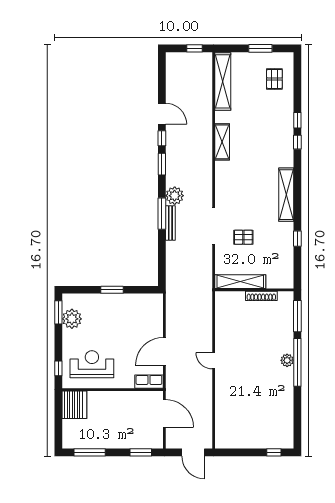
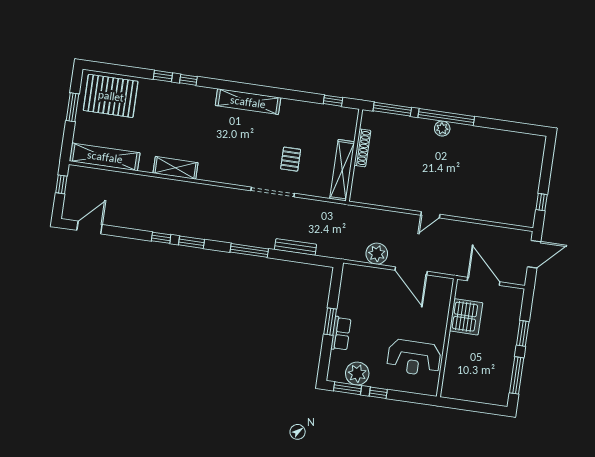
pallet: (274, 79) -> (111, 96), width x2.05, depth x2.00
door: (162, 114) -> (89, 227), moved
plant: (175, 196) -> (377, 254), moved
bench: (170, 223) -> (296, 247), moved
window: (297, 239) -> (333, 101), moved
reception desk: (92, 364) -> (414, 358), turned -90
window: (58, 368) -> (378, 393), moved
row of seats: (149, 382) -> (341, 334), moved, turned 180
server rack: (74, 405) -> (466, 317), moved, turned 90
door: (164, 413) -> (484, 281), hinge flipped
window: (141, 452) -> (523, 333), moved
window: (274, 452) -> (542, 202), moved

